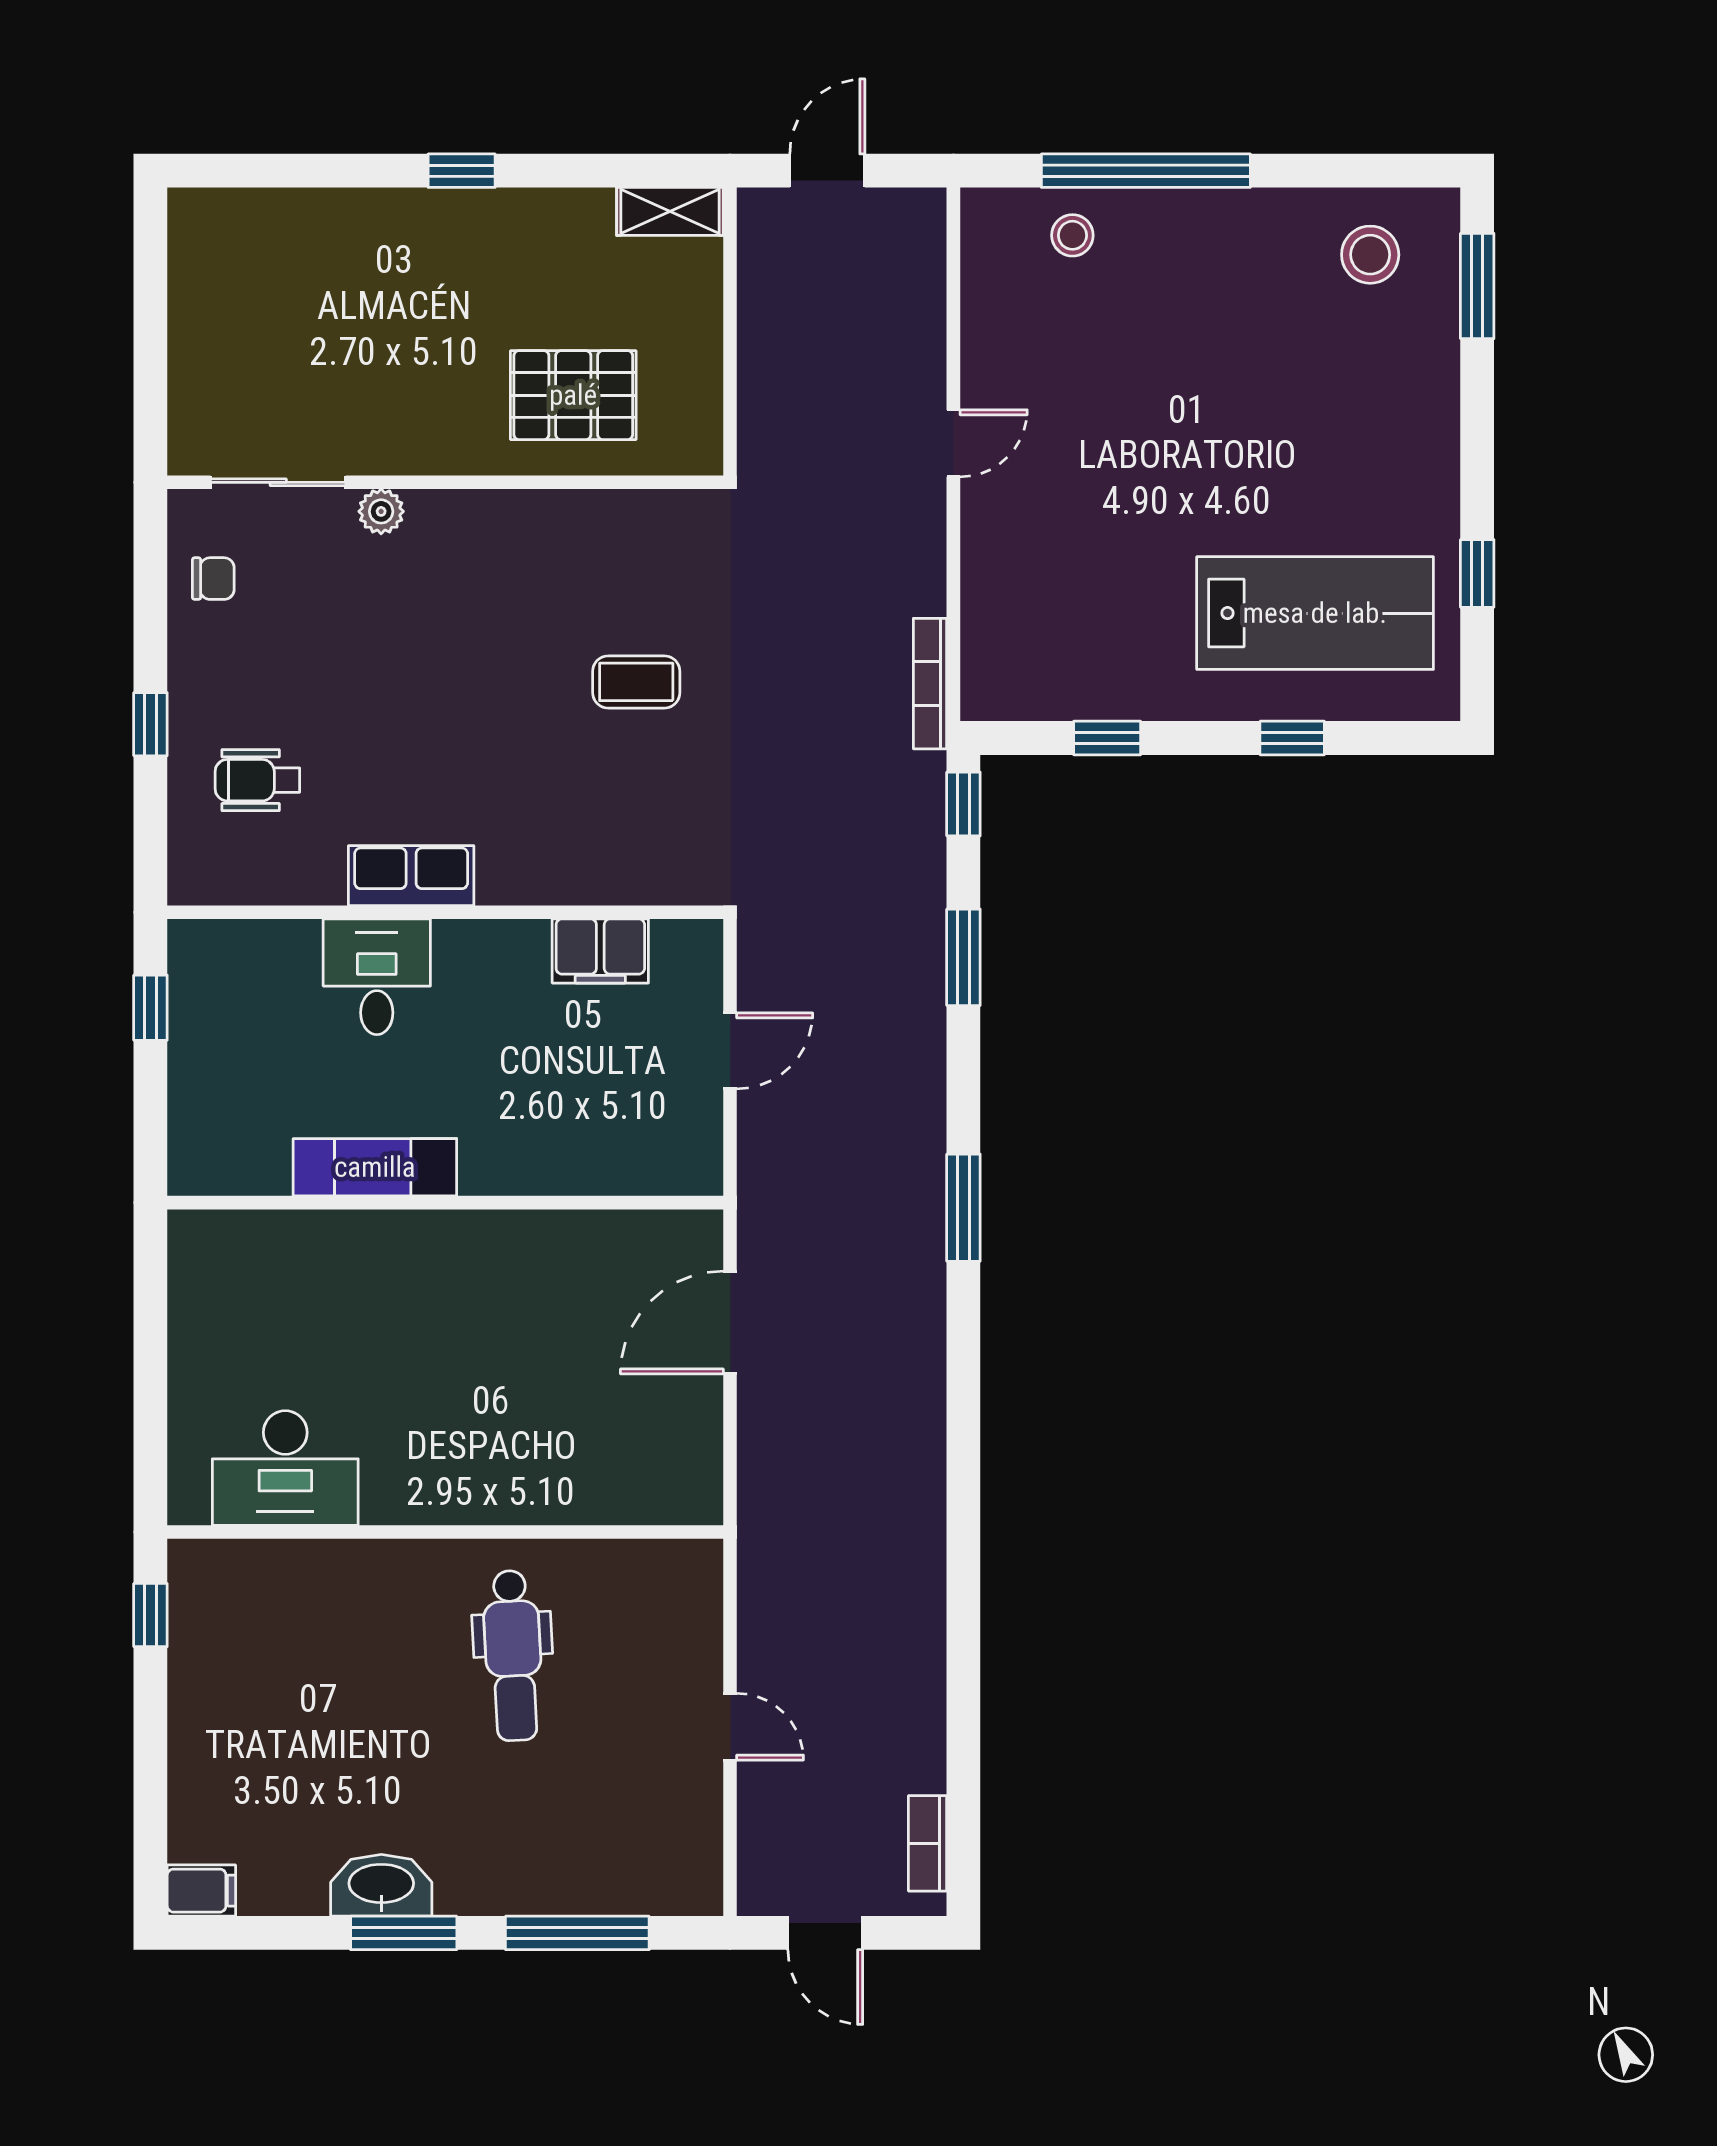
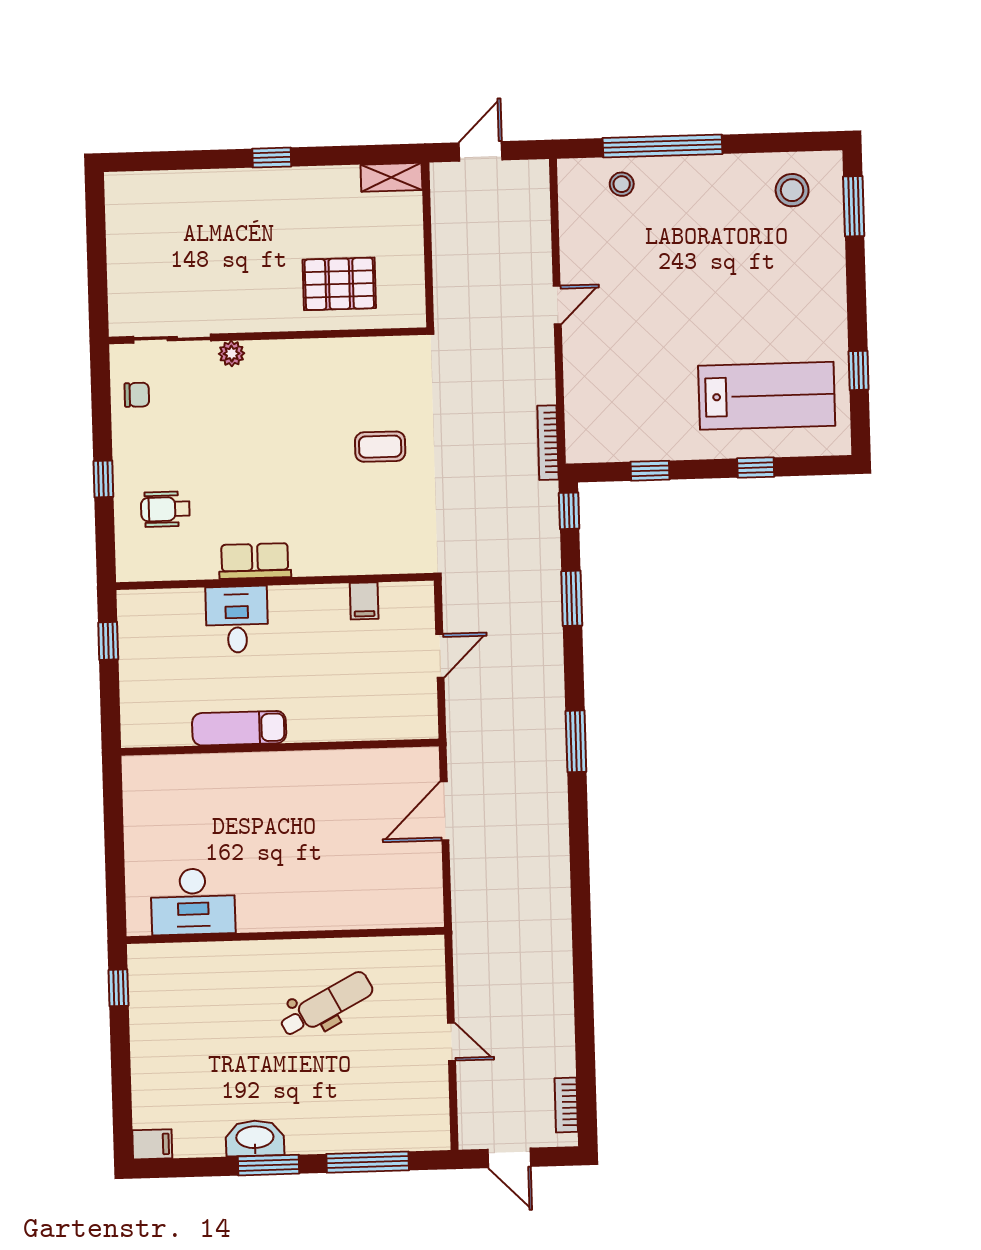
filing cabinet: (600, 951) -> (364, 601), width x0.50
dental chair: (513, 1656) -> (326, 1005), turned -115

